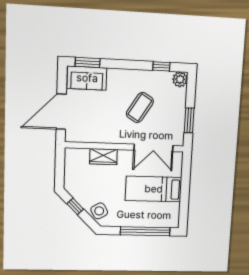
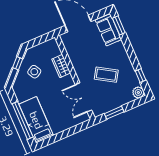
bed: (154, 189) -> (36, 120), moved
side table: (99, 211) -> (34, 72), moved

